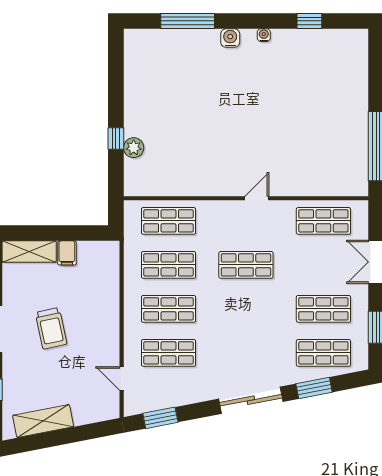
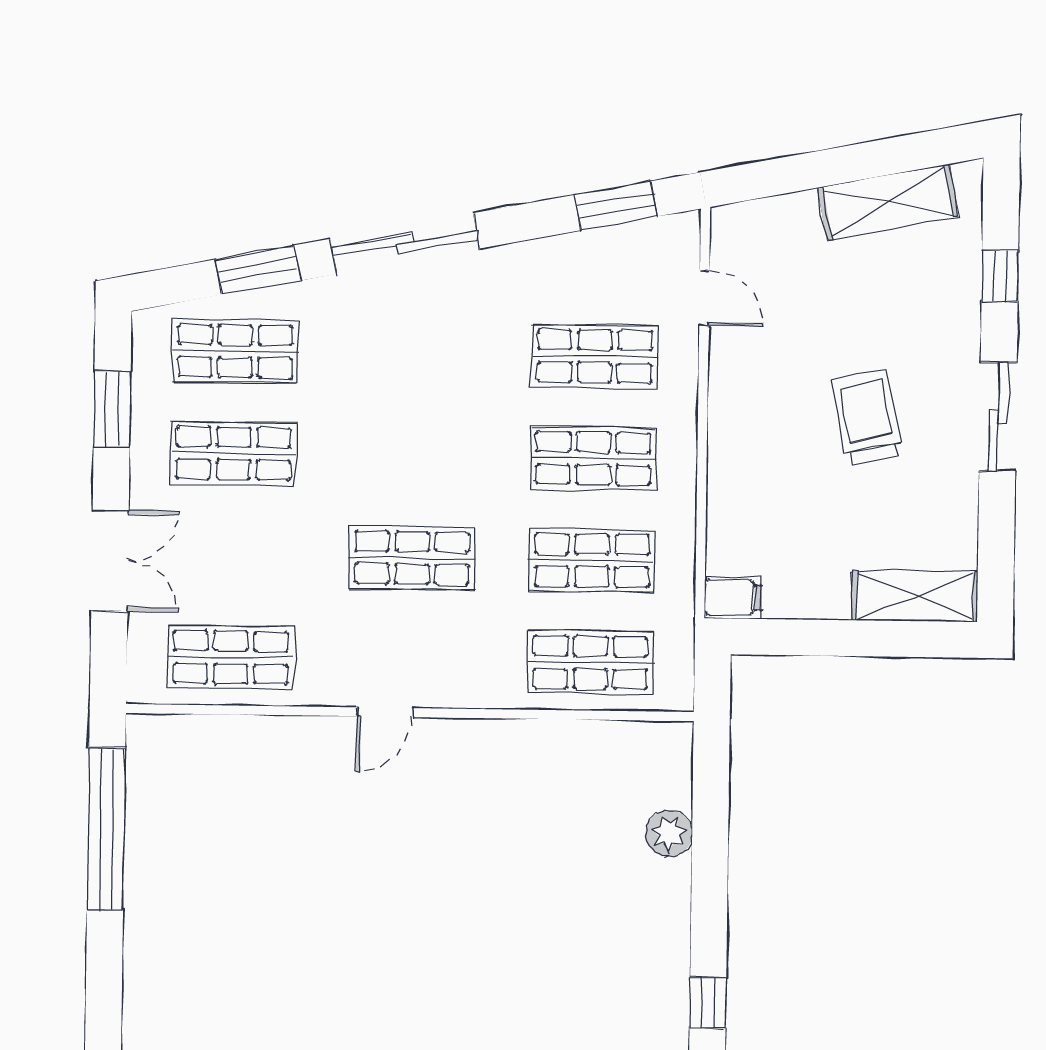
window: (116, 139) -> (708, 1003), moved
filing cabinet: (67, 253) -> (733, 597), moved, turned 90

